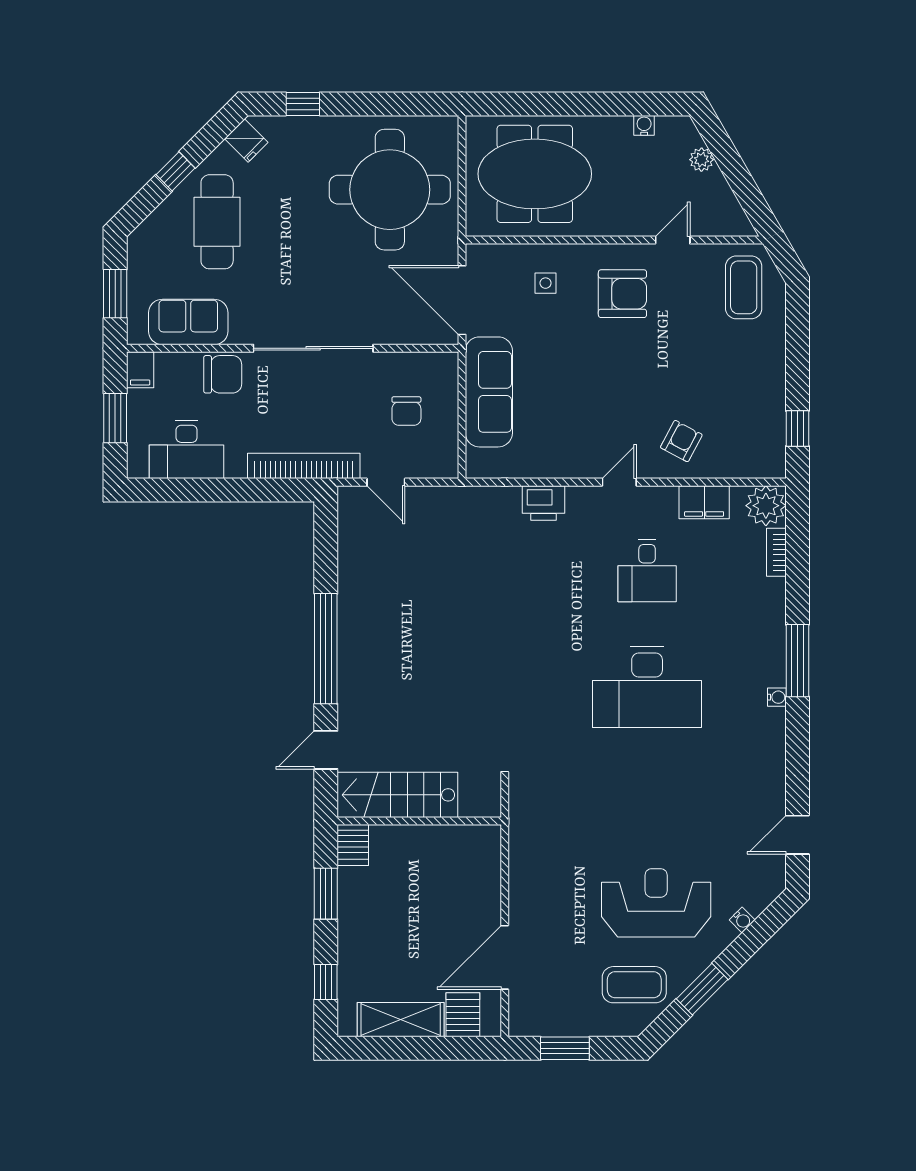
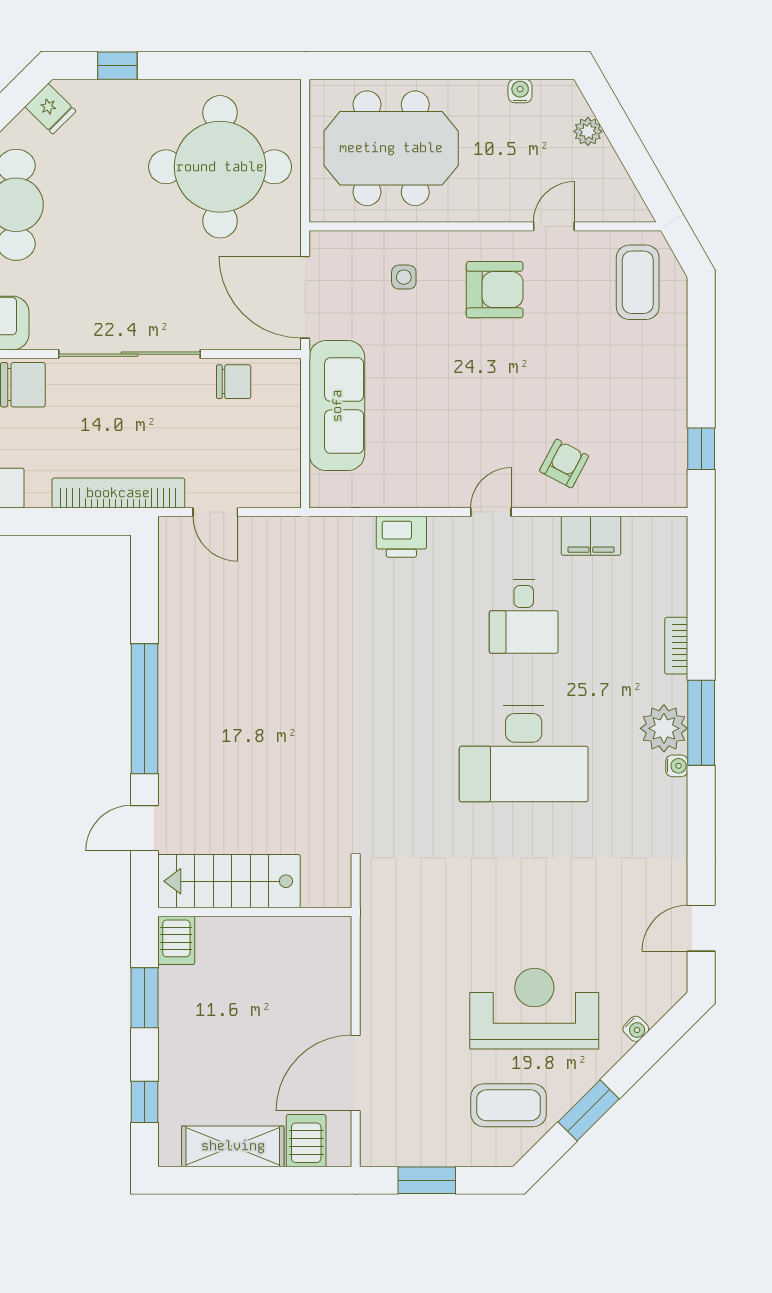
chair: (406, 411) -> (234, 382), moved, turned -90
plant: (766, 506) -> (664, 728), moved
bookcase: (776, 552) -> (676, 646), moved

